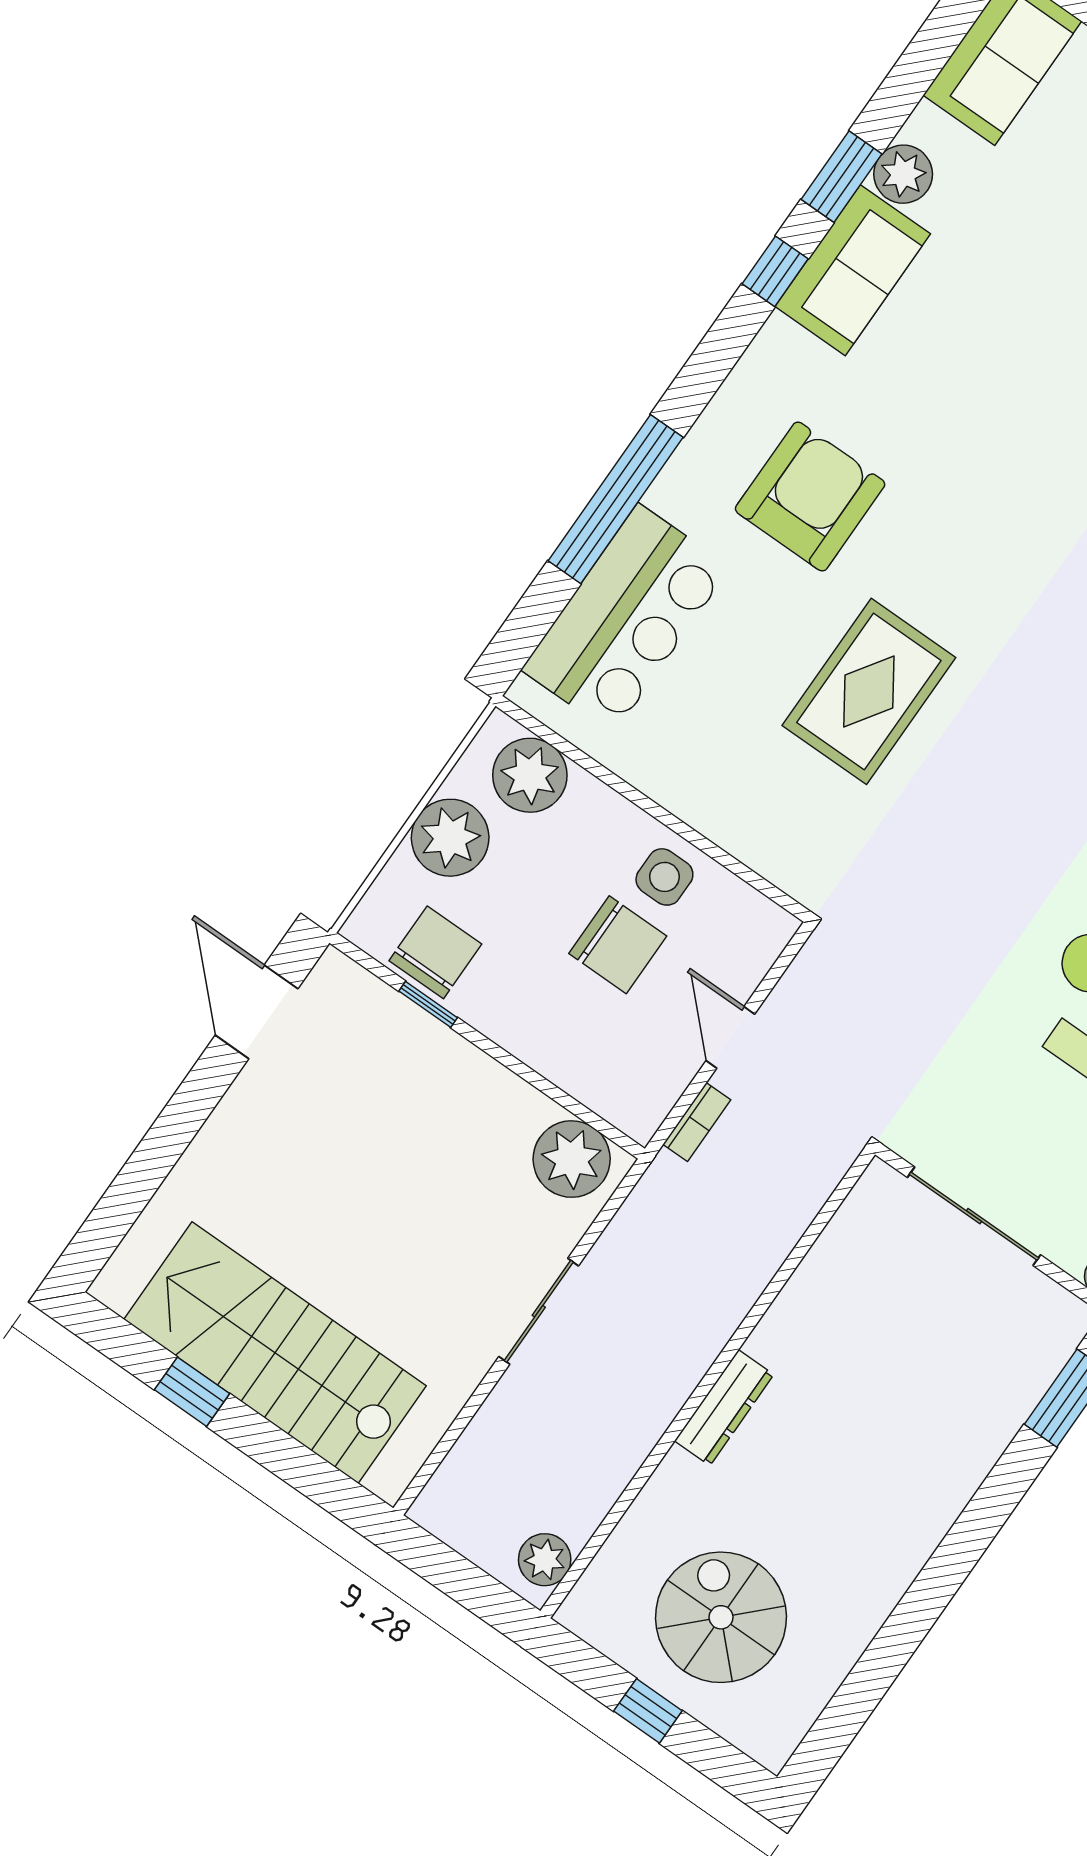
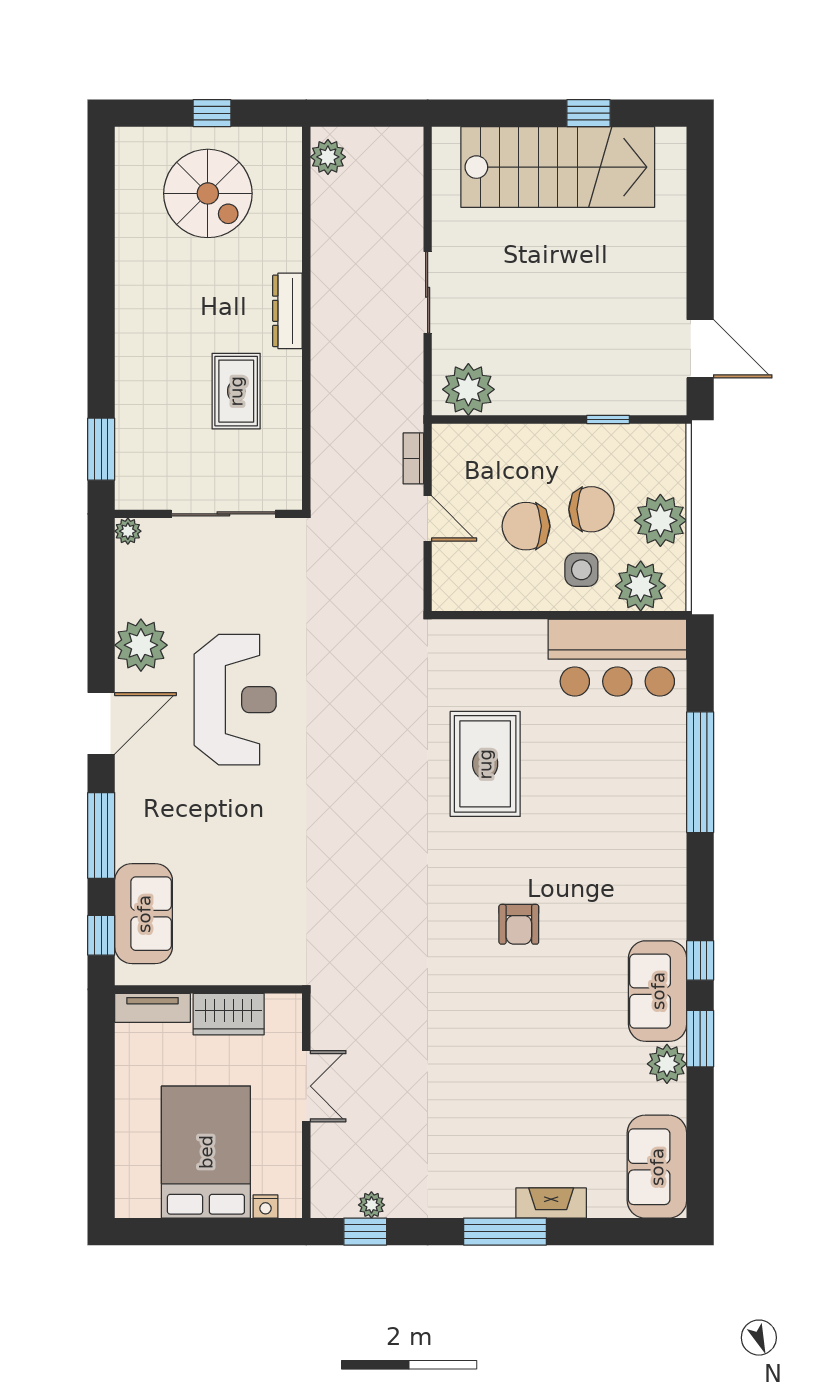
armchair: (810, 497) -> (519, 924), moved, width x0.53, depth x0.53
bar counter: (626, 619) -> (617, 658), moved, turned -90
side table: (664, 877) -> (581, 570), moved
chair: (435, 952) -> (591, 509), moved, turned -90
rug: (854, 1354) -> (236, 391), added

